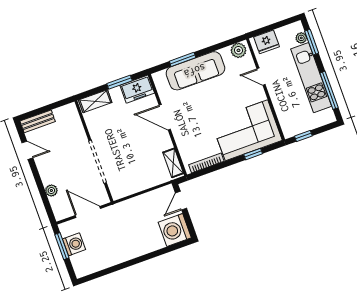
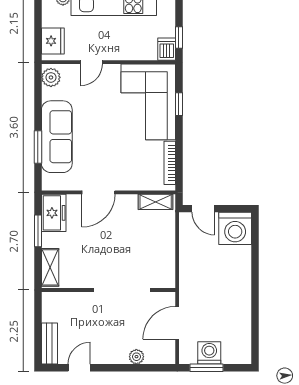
dishwasher: (291, 130) -> (167, 49), added

